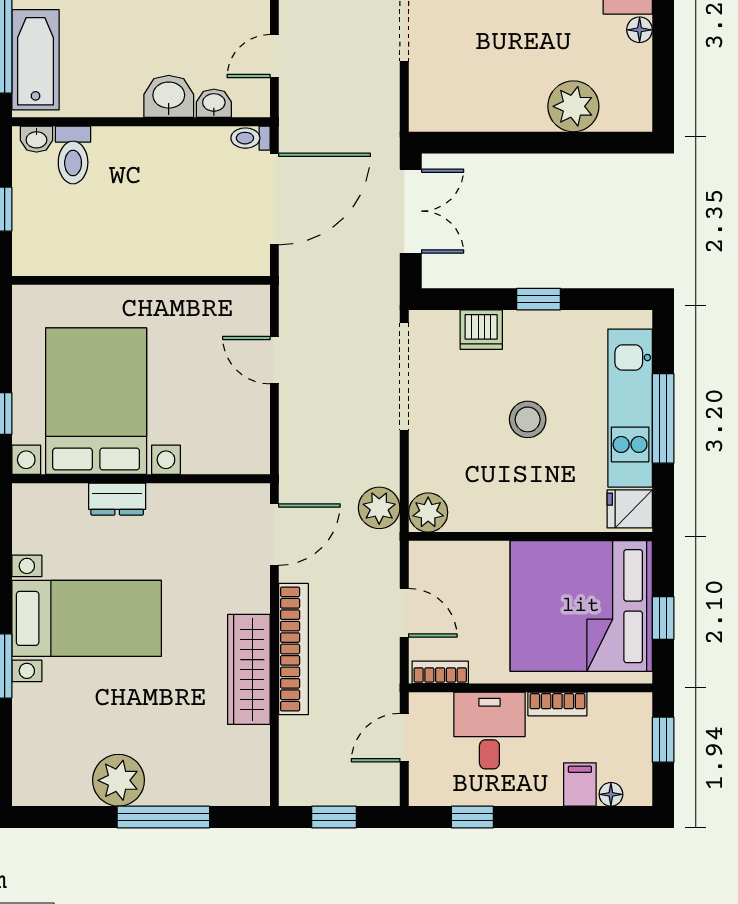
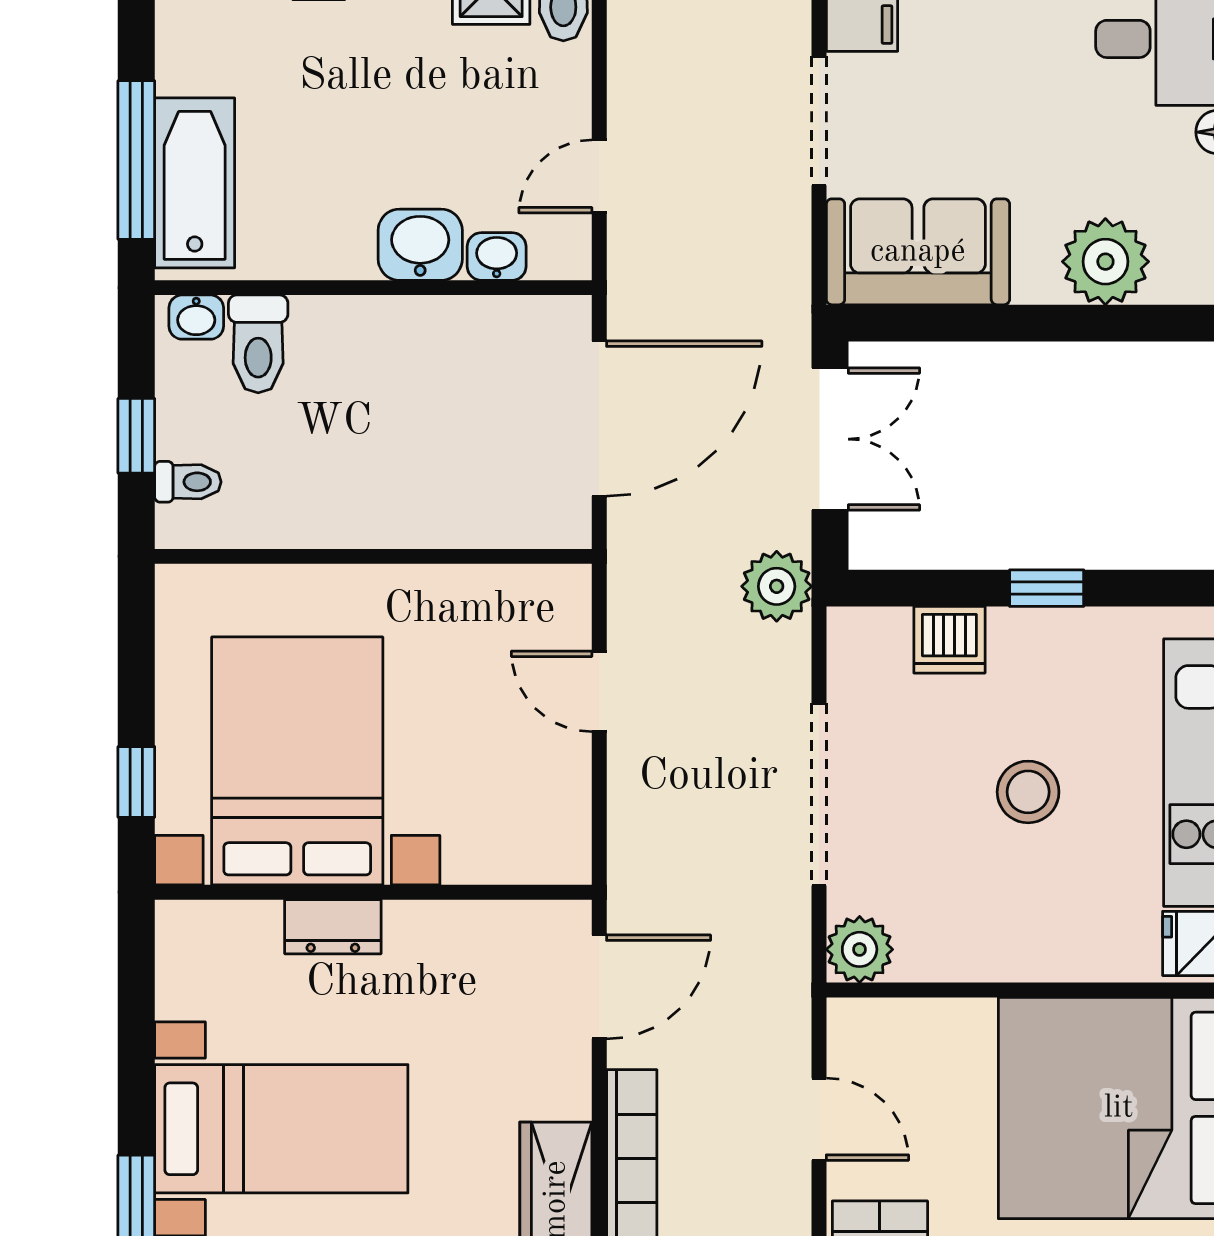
sofa: (463, 101) -> (918, 252), added
toilet: (250, 138) -> (188, 482), moved, turned 180
doorway: (404, 377) -> (819, 794), moved
plant: (379, 508) -> (777, 586), moved

